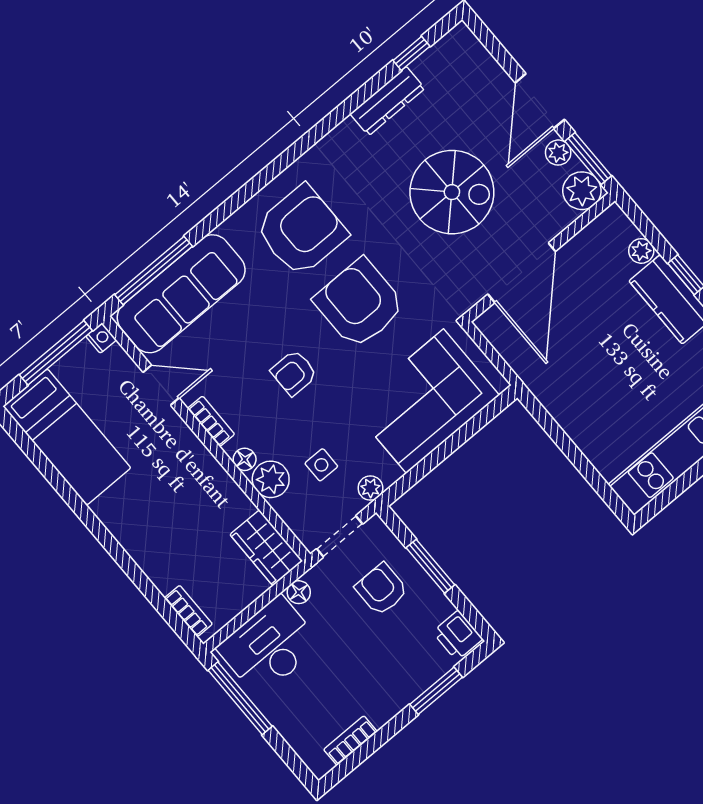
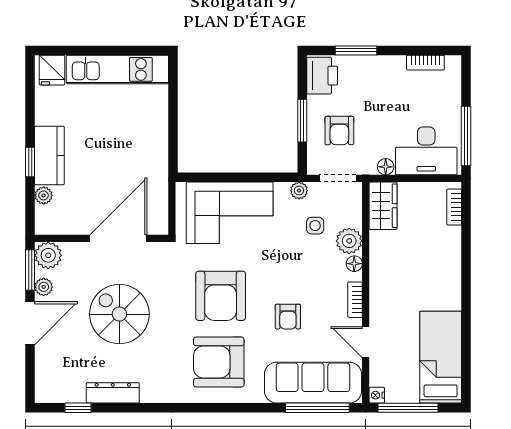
armchair: (294, 373) -> (288, 317), moved, turned 90
printer: (457, 635) -> (322, 76), width x1.36, depth x1.24

